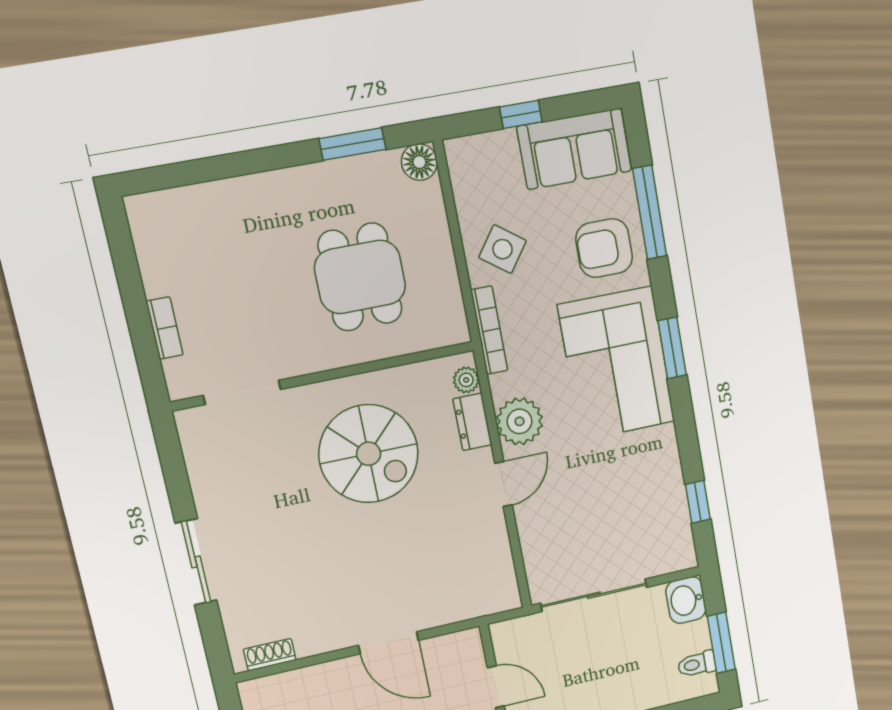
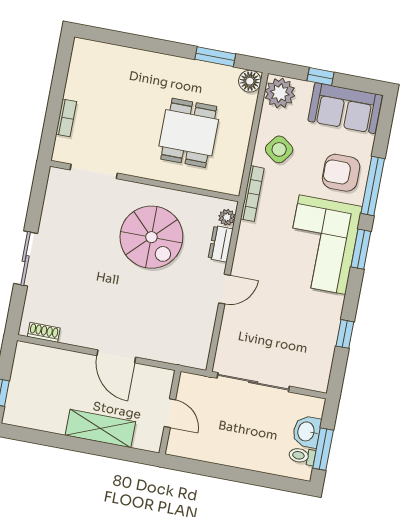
window: (650, 212) -> (373, 186), moved
plant: (520, 421) -> (280, 93), moved
window: (698, 502) -> (345, 334), moved
washbasin: (686, 600) -> (307, 432), moved

